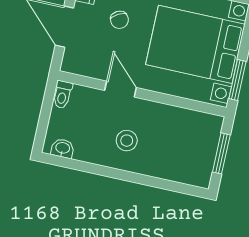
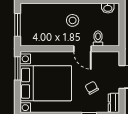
toilet: (62, 95) -> (98, 38), moved

